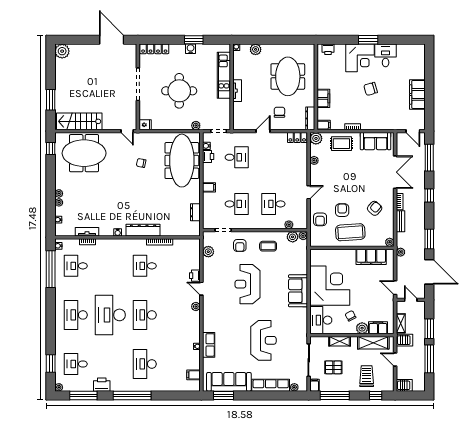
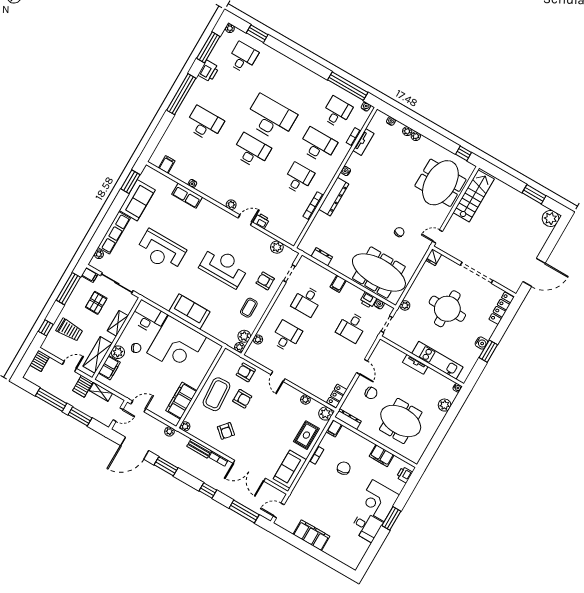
chair: (371, 89) -> (344, 468), moved
filing cabinet: (323, 98) -> (382, 456), moved
window: (51, 100) -> (534, 194), moved
desk: (76, 315) -> (318, 145), moved
sofa: (229, 382) -> (137, 200), width x0.73

